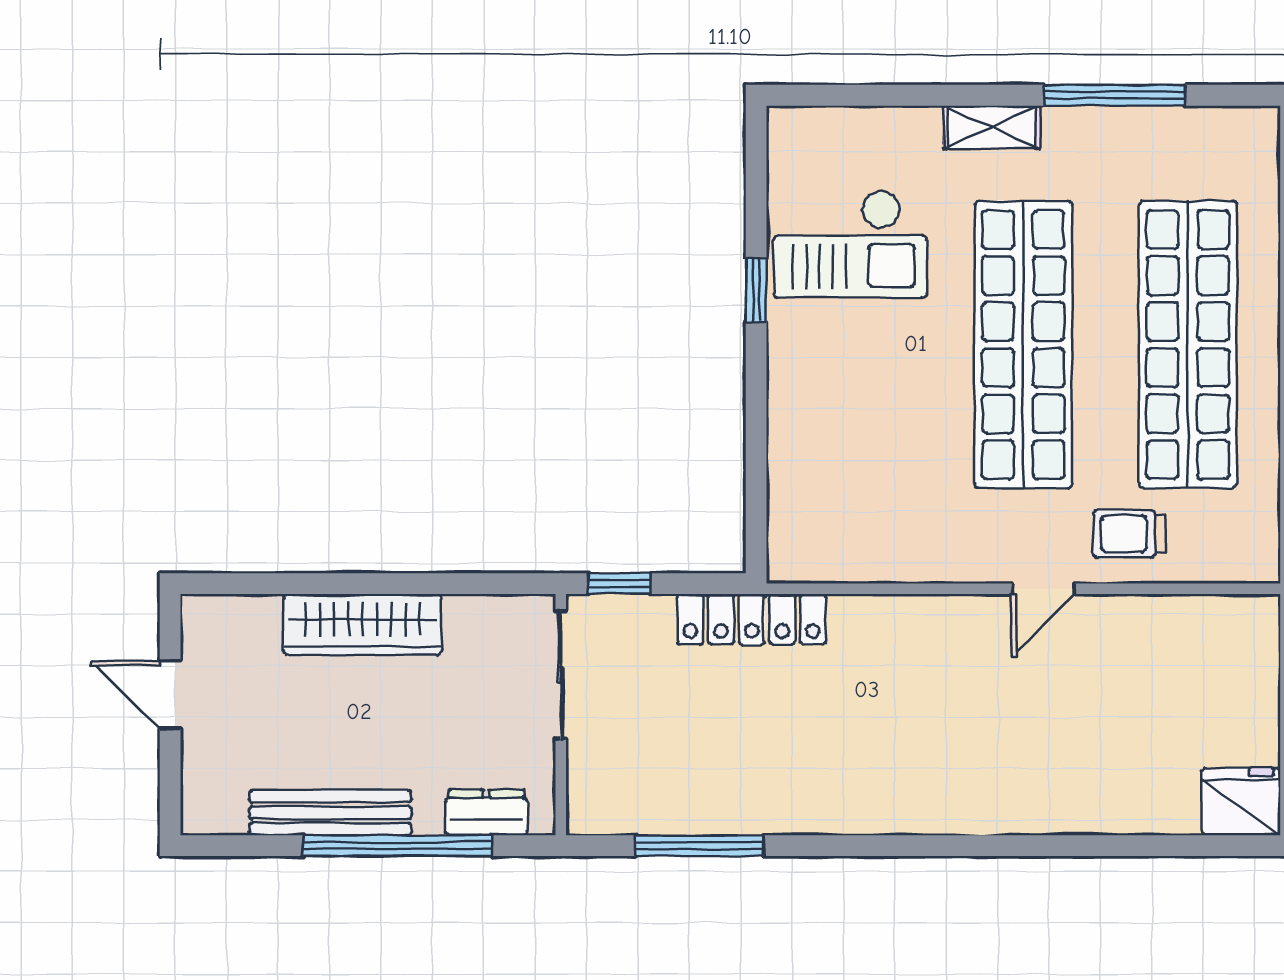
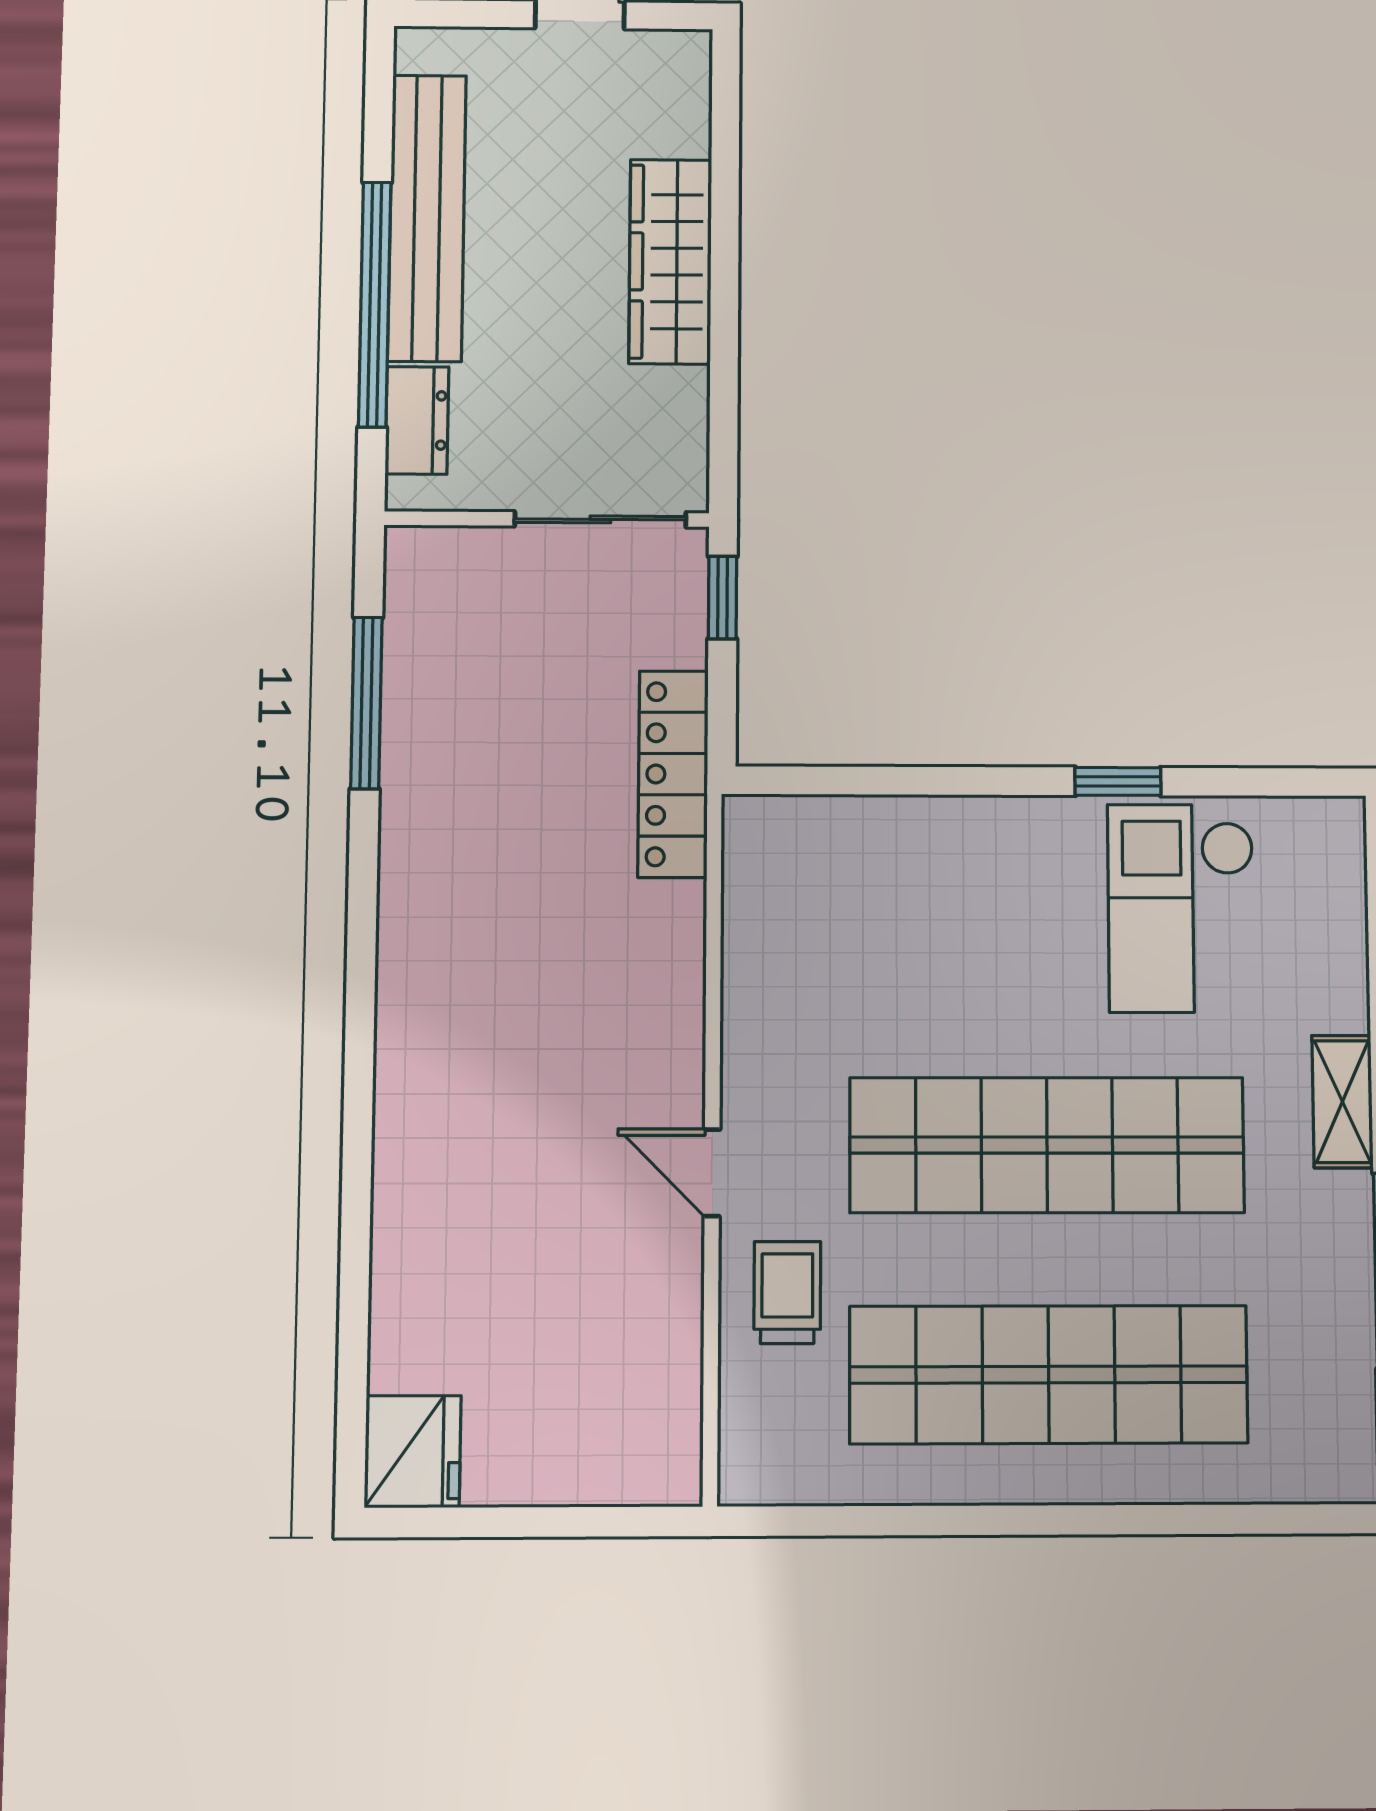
bench: (330, 813) -> (427, 218), width x1.37, depth x1.21

